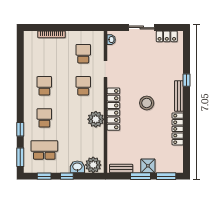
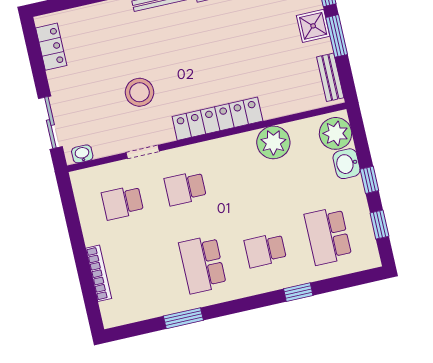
sliding door: (142, 28) -> (50, 123), moved
school desk: (44, 86) -> (203, 264), width x1.85
stool: (147, 103) -> (140, 92), moved
plant: (96, 119) -> (273, 142), moved
window: (20, 157) -> (183, 318), moved

